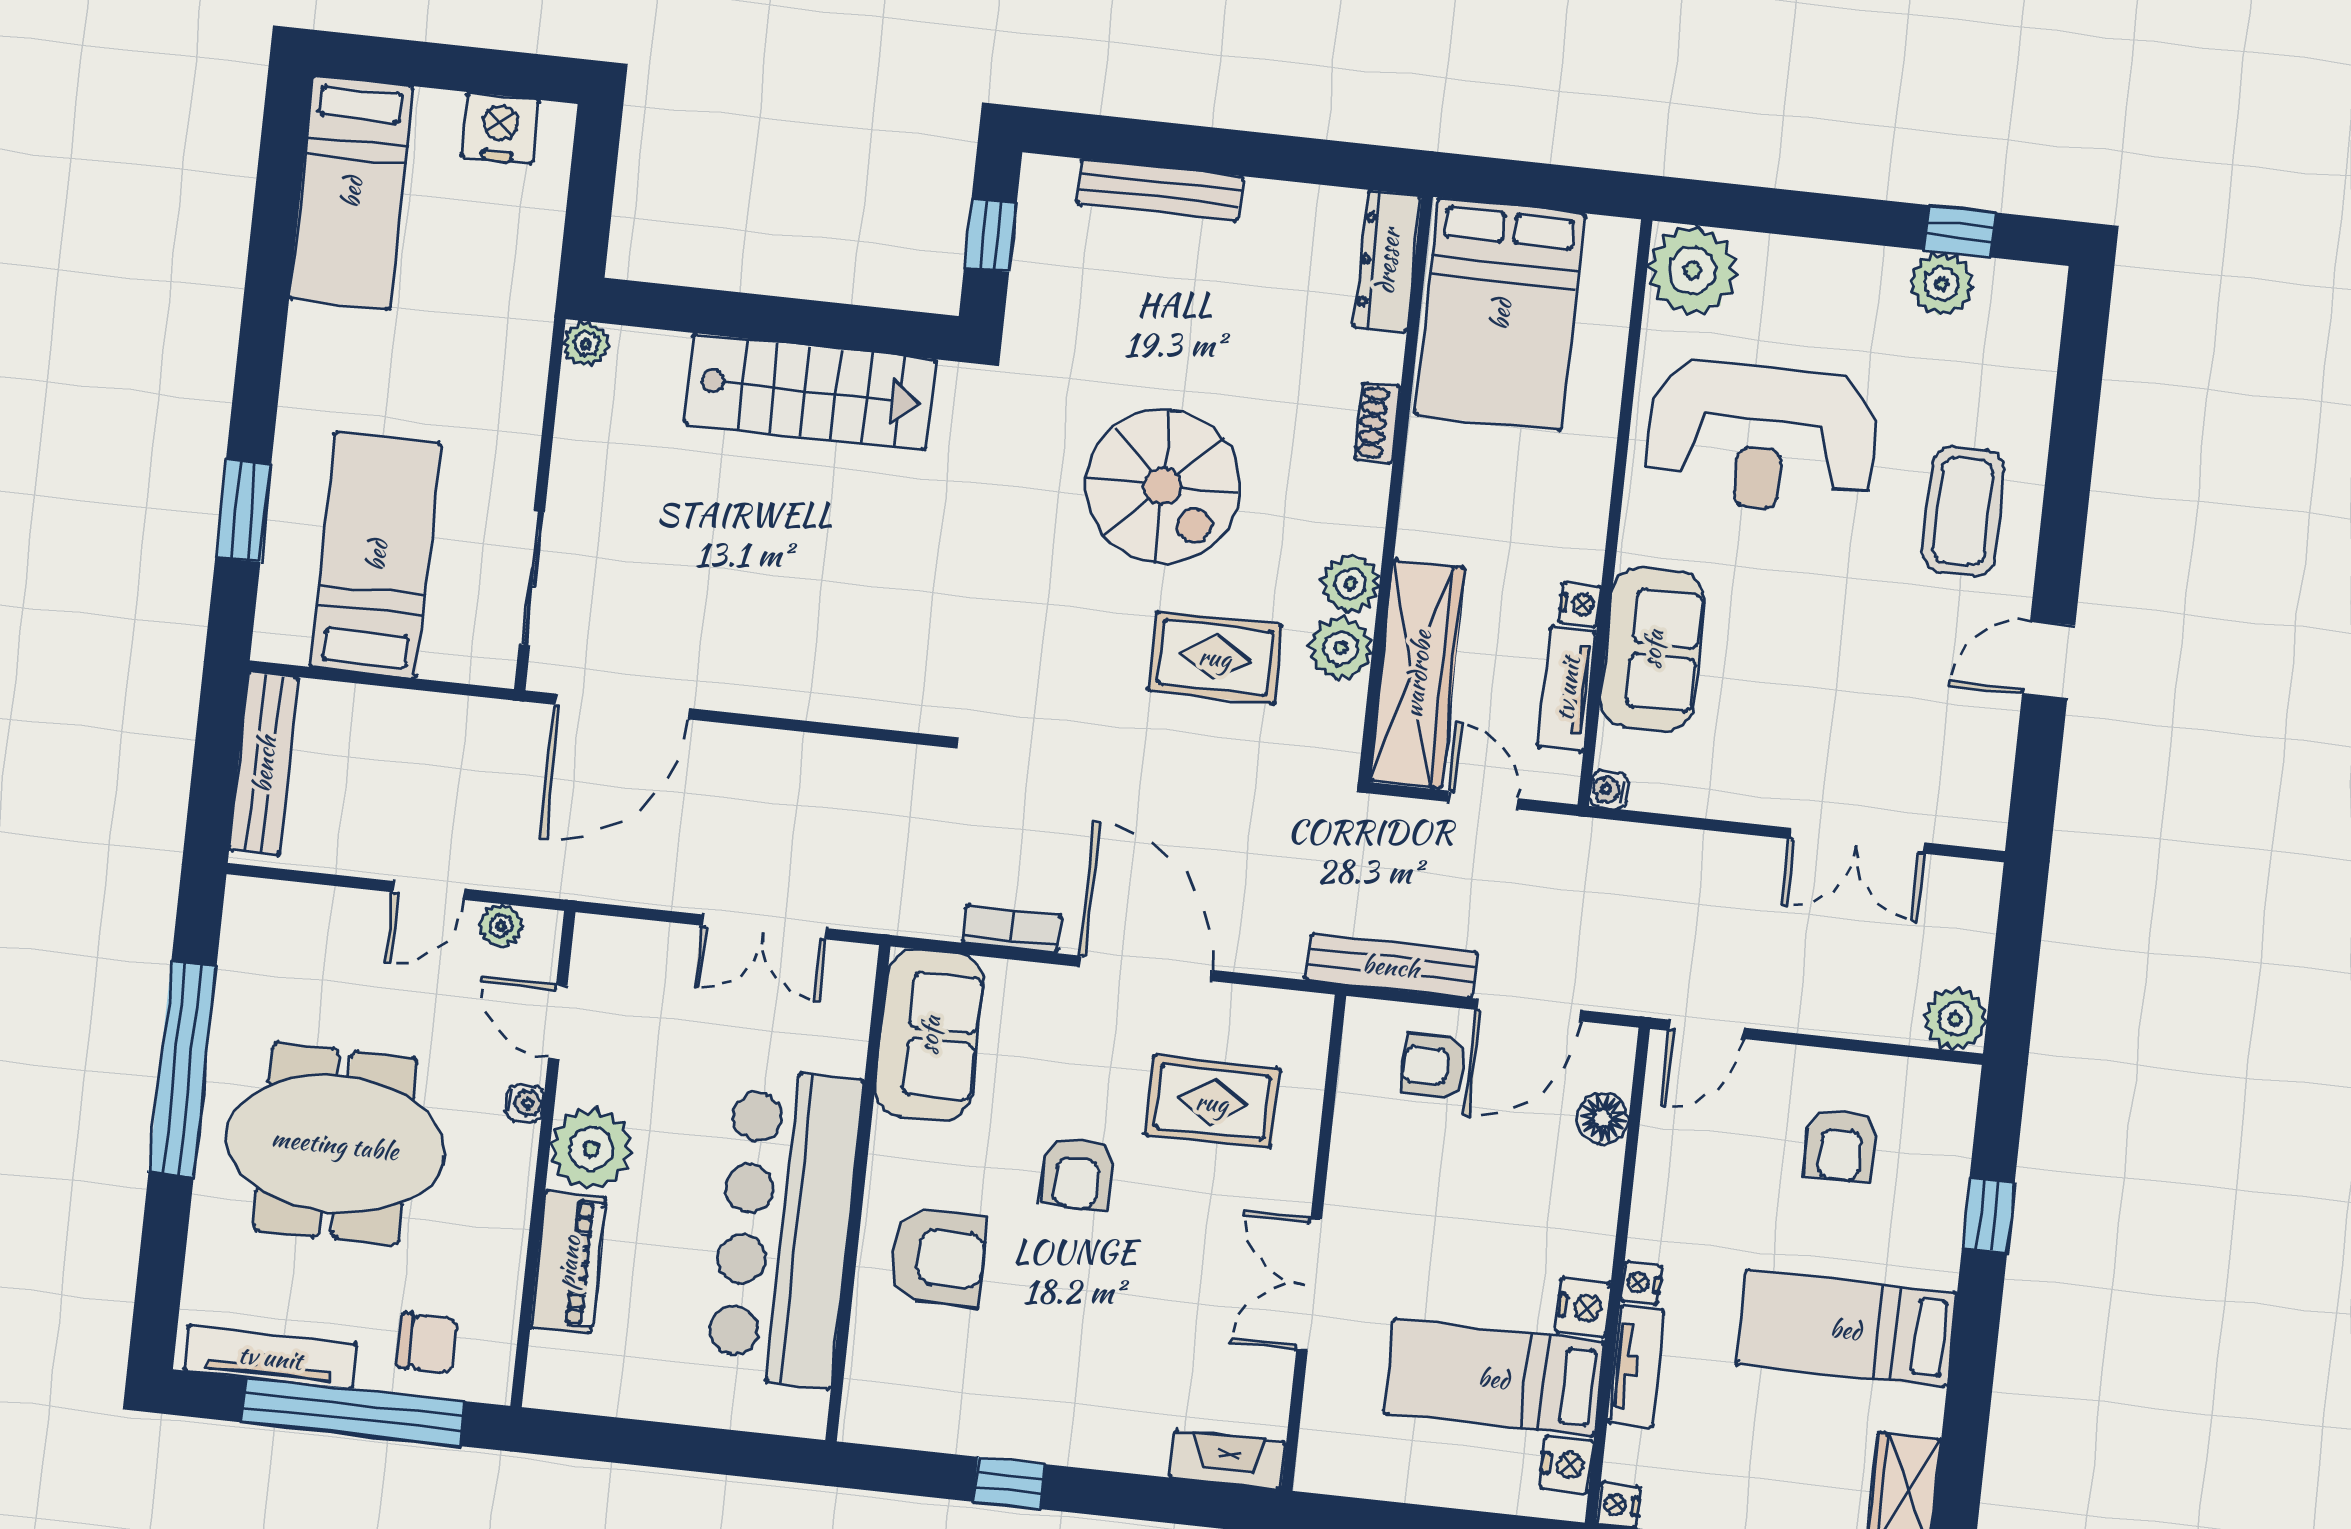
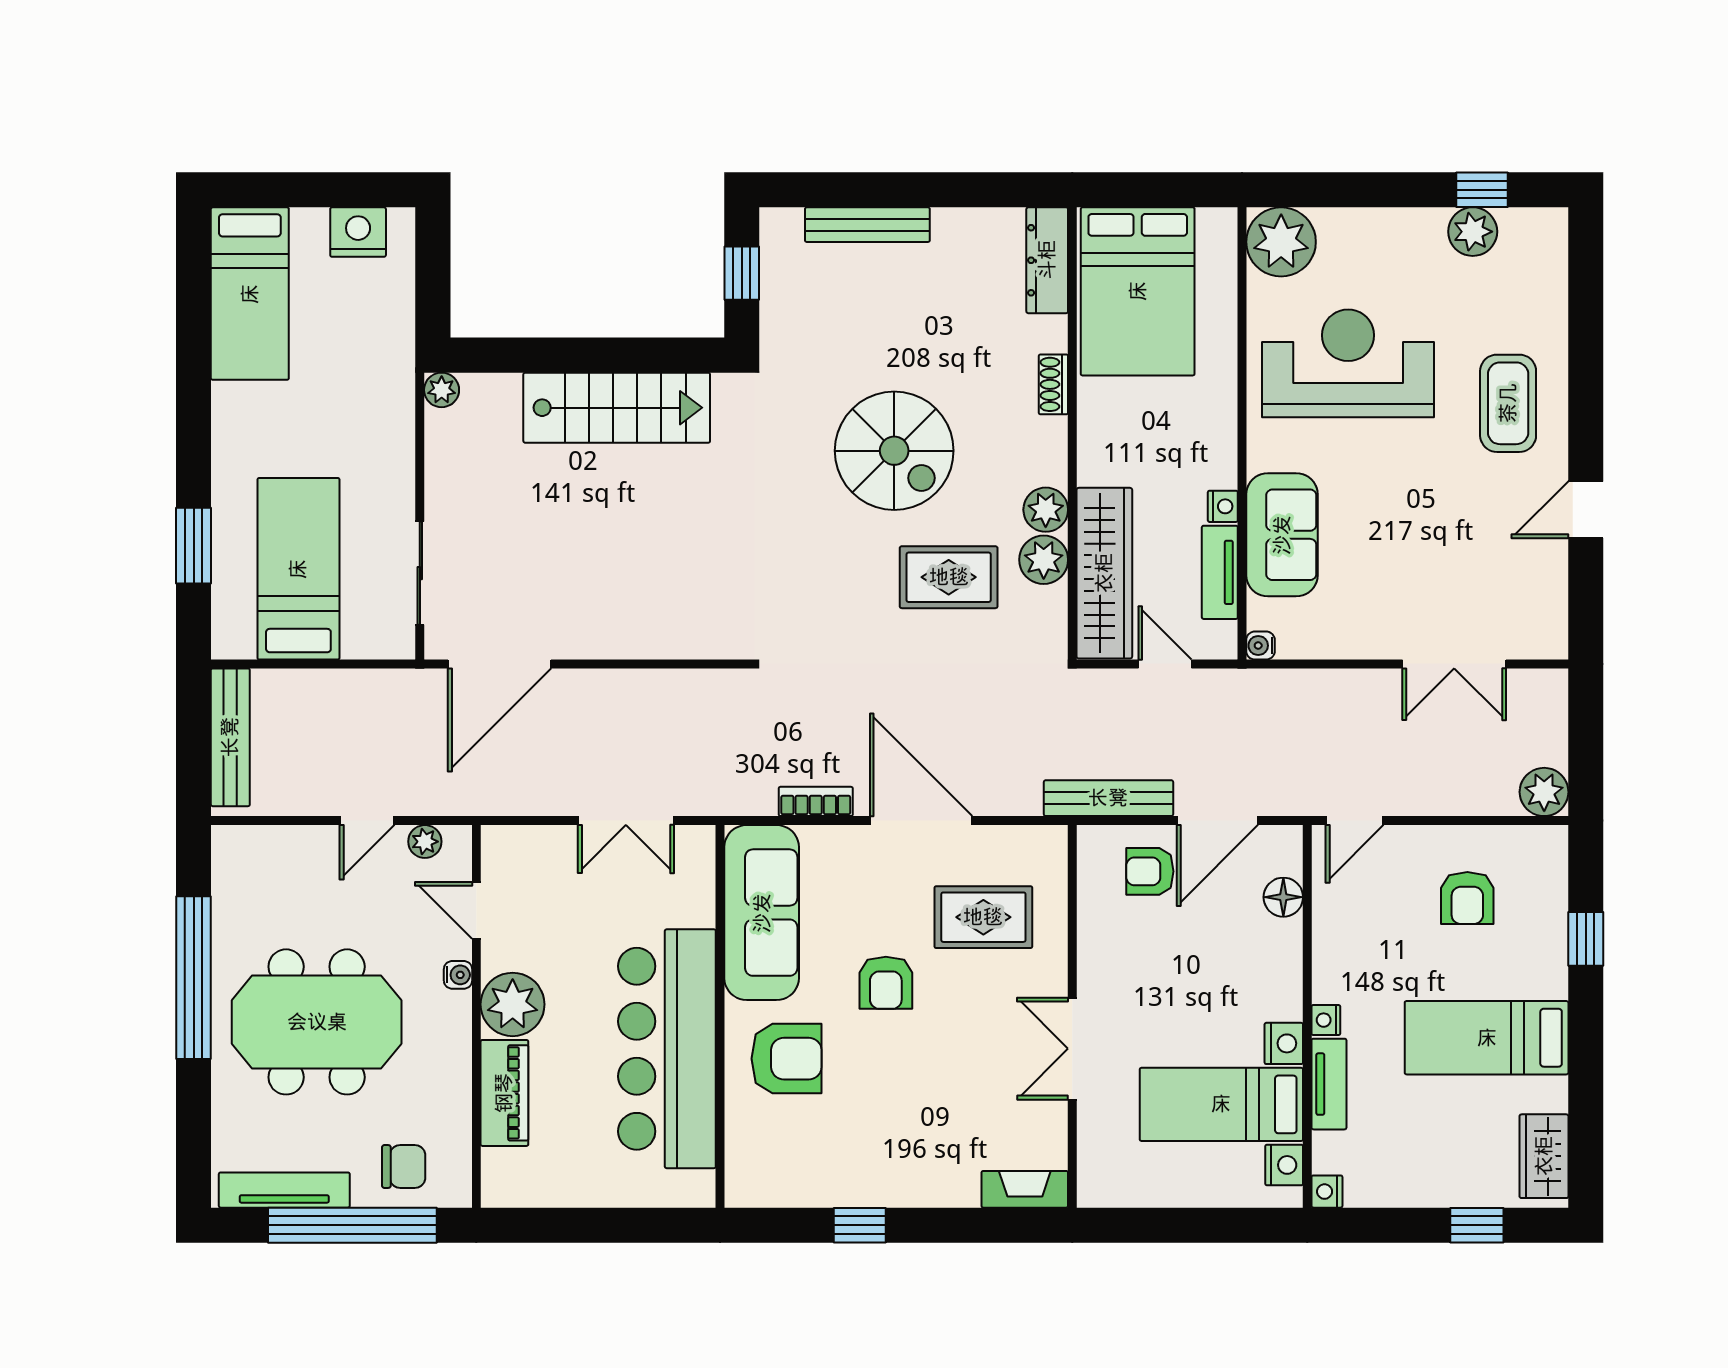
reception desk: (1762, 437) -> (1348, 363), turned 180
sofa: (929, 1035) -> (762, 913), width x1.36

